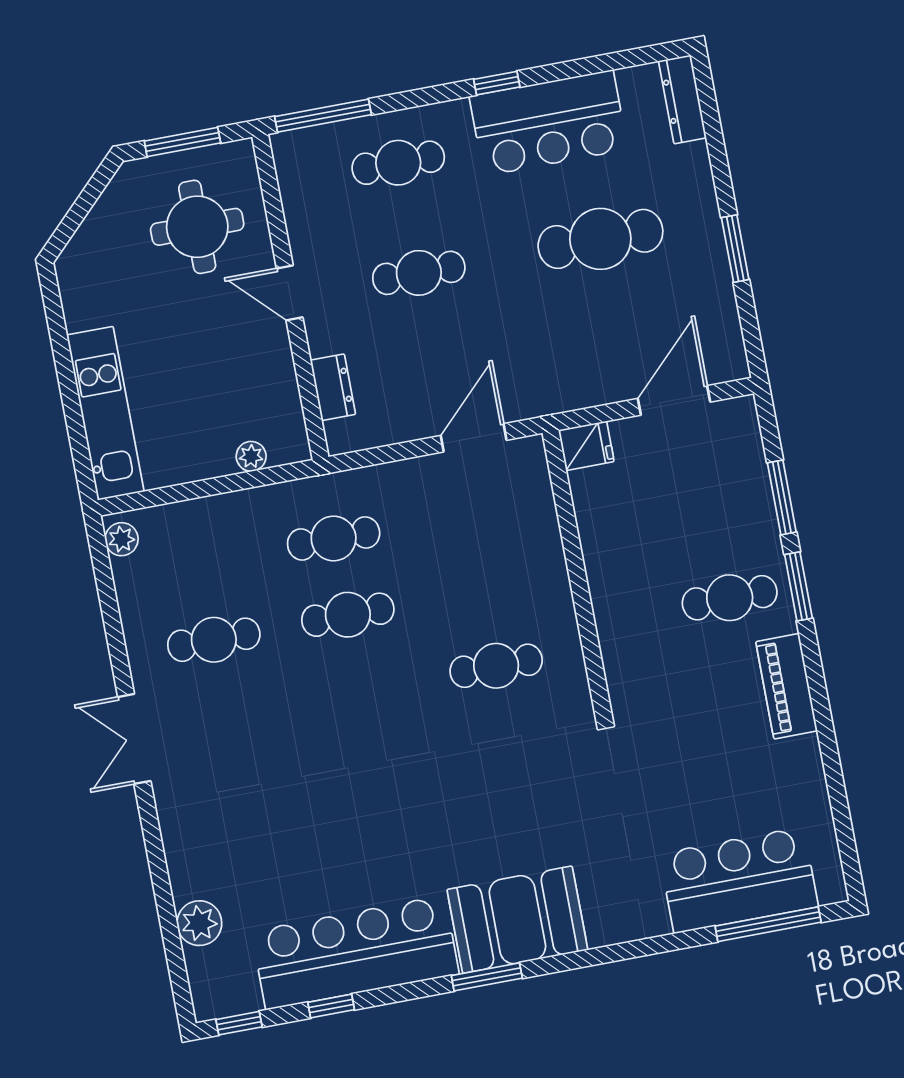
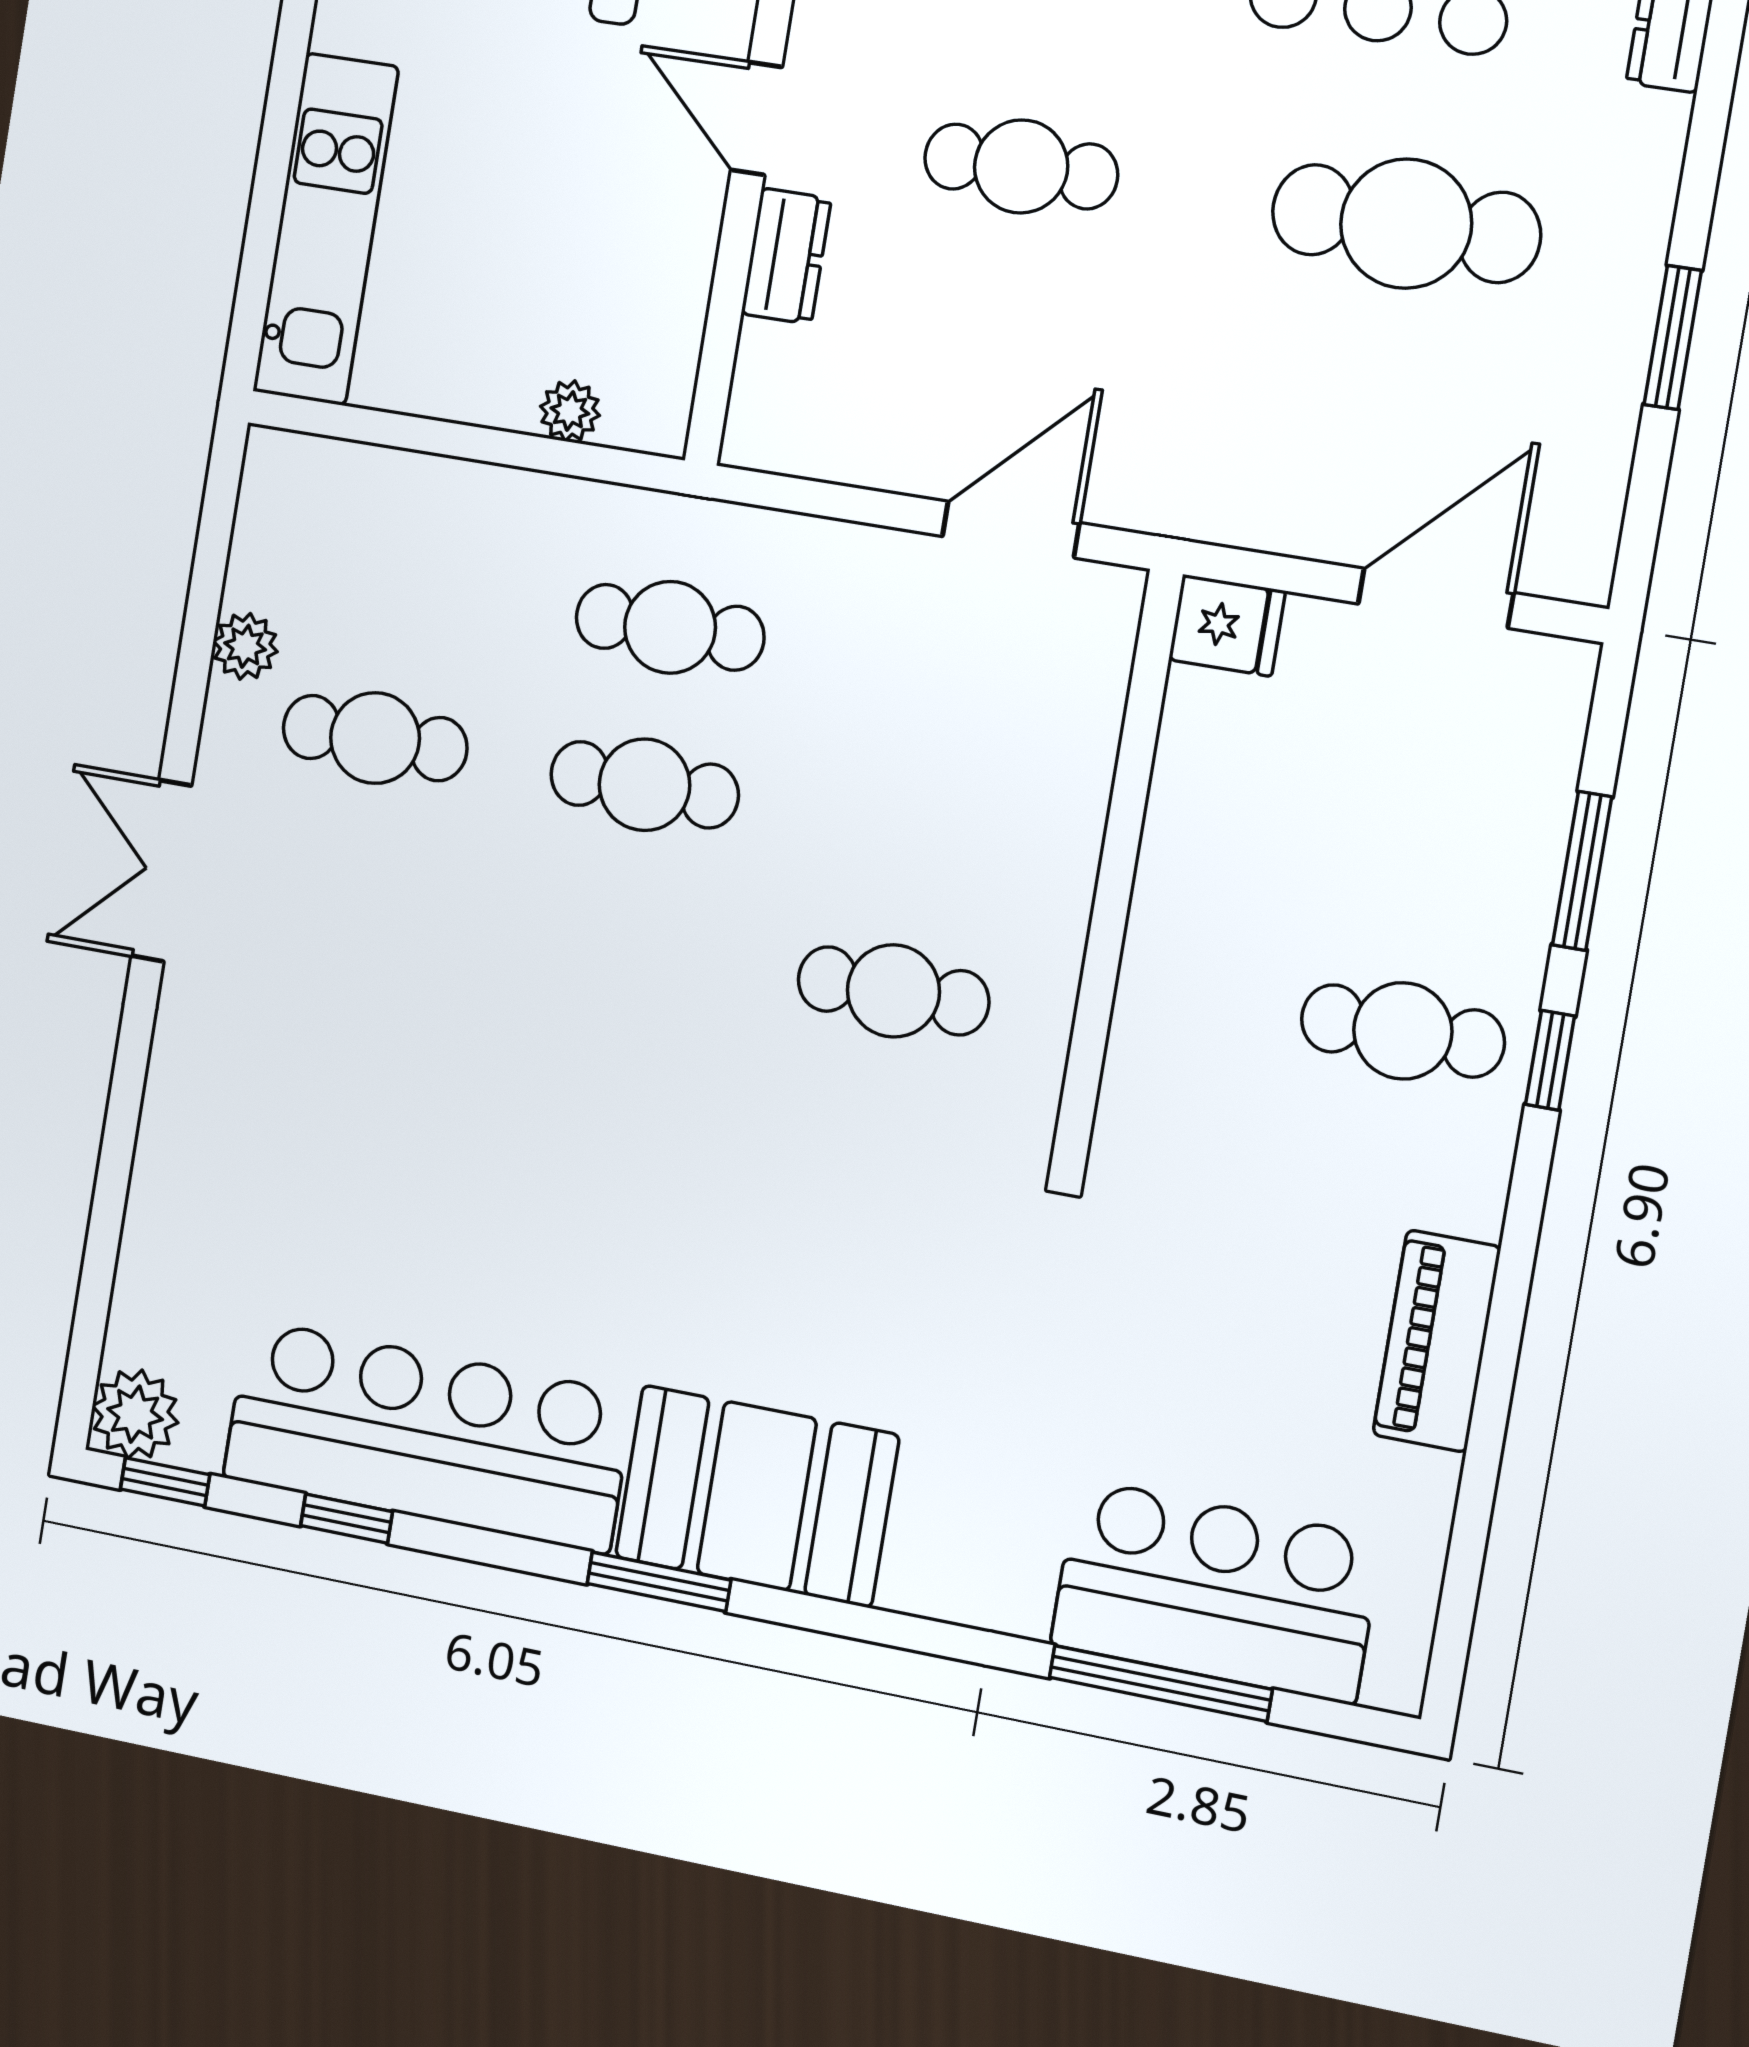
dresser: (333, 387) -> (786, 256), moved
plant: (122, 539) -> (245, 646), moved
window: (798, 586) -> (1550, 1060), width x0.67
piano: (787, 686) -> (1437, 1341), moved
plant: (199, 923) -> (135, 1414), moved
window: (768, 924) -> (1161, 1683), moved

